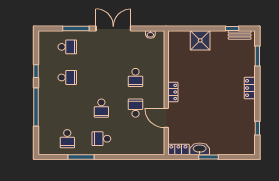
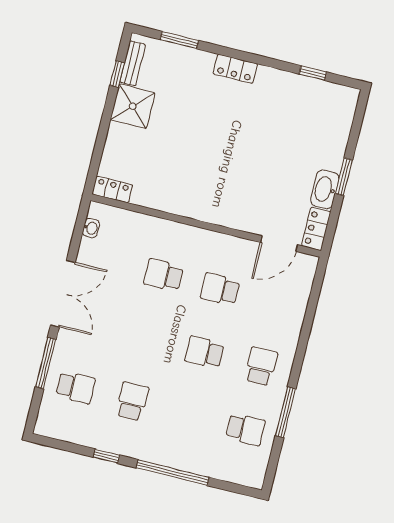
double door: (113, 29) -> (63, 294), swing flipped
shower: (200, 40) -> (133, 106), moved
school desk: (67, 47) -> (76, 387), turned 90
school desk: (135, 77) -> (163, 275), turned 180
locker: (173, 92) -> (112, 189), moved
school desk: (101, 108) -> (204, 352), turned 180
door: (166, 118) -> (279, 244), moved
school desk: (101, 139) -> (261, 366), turned 180

